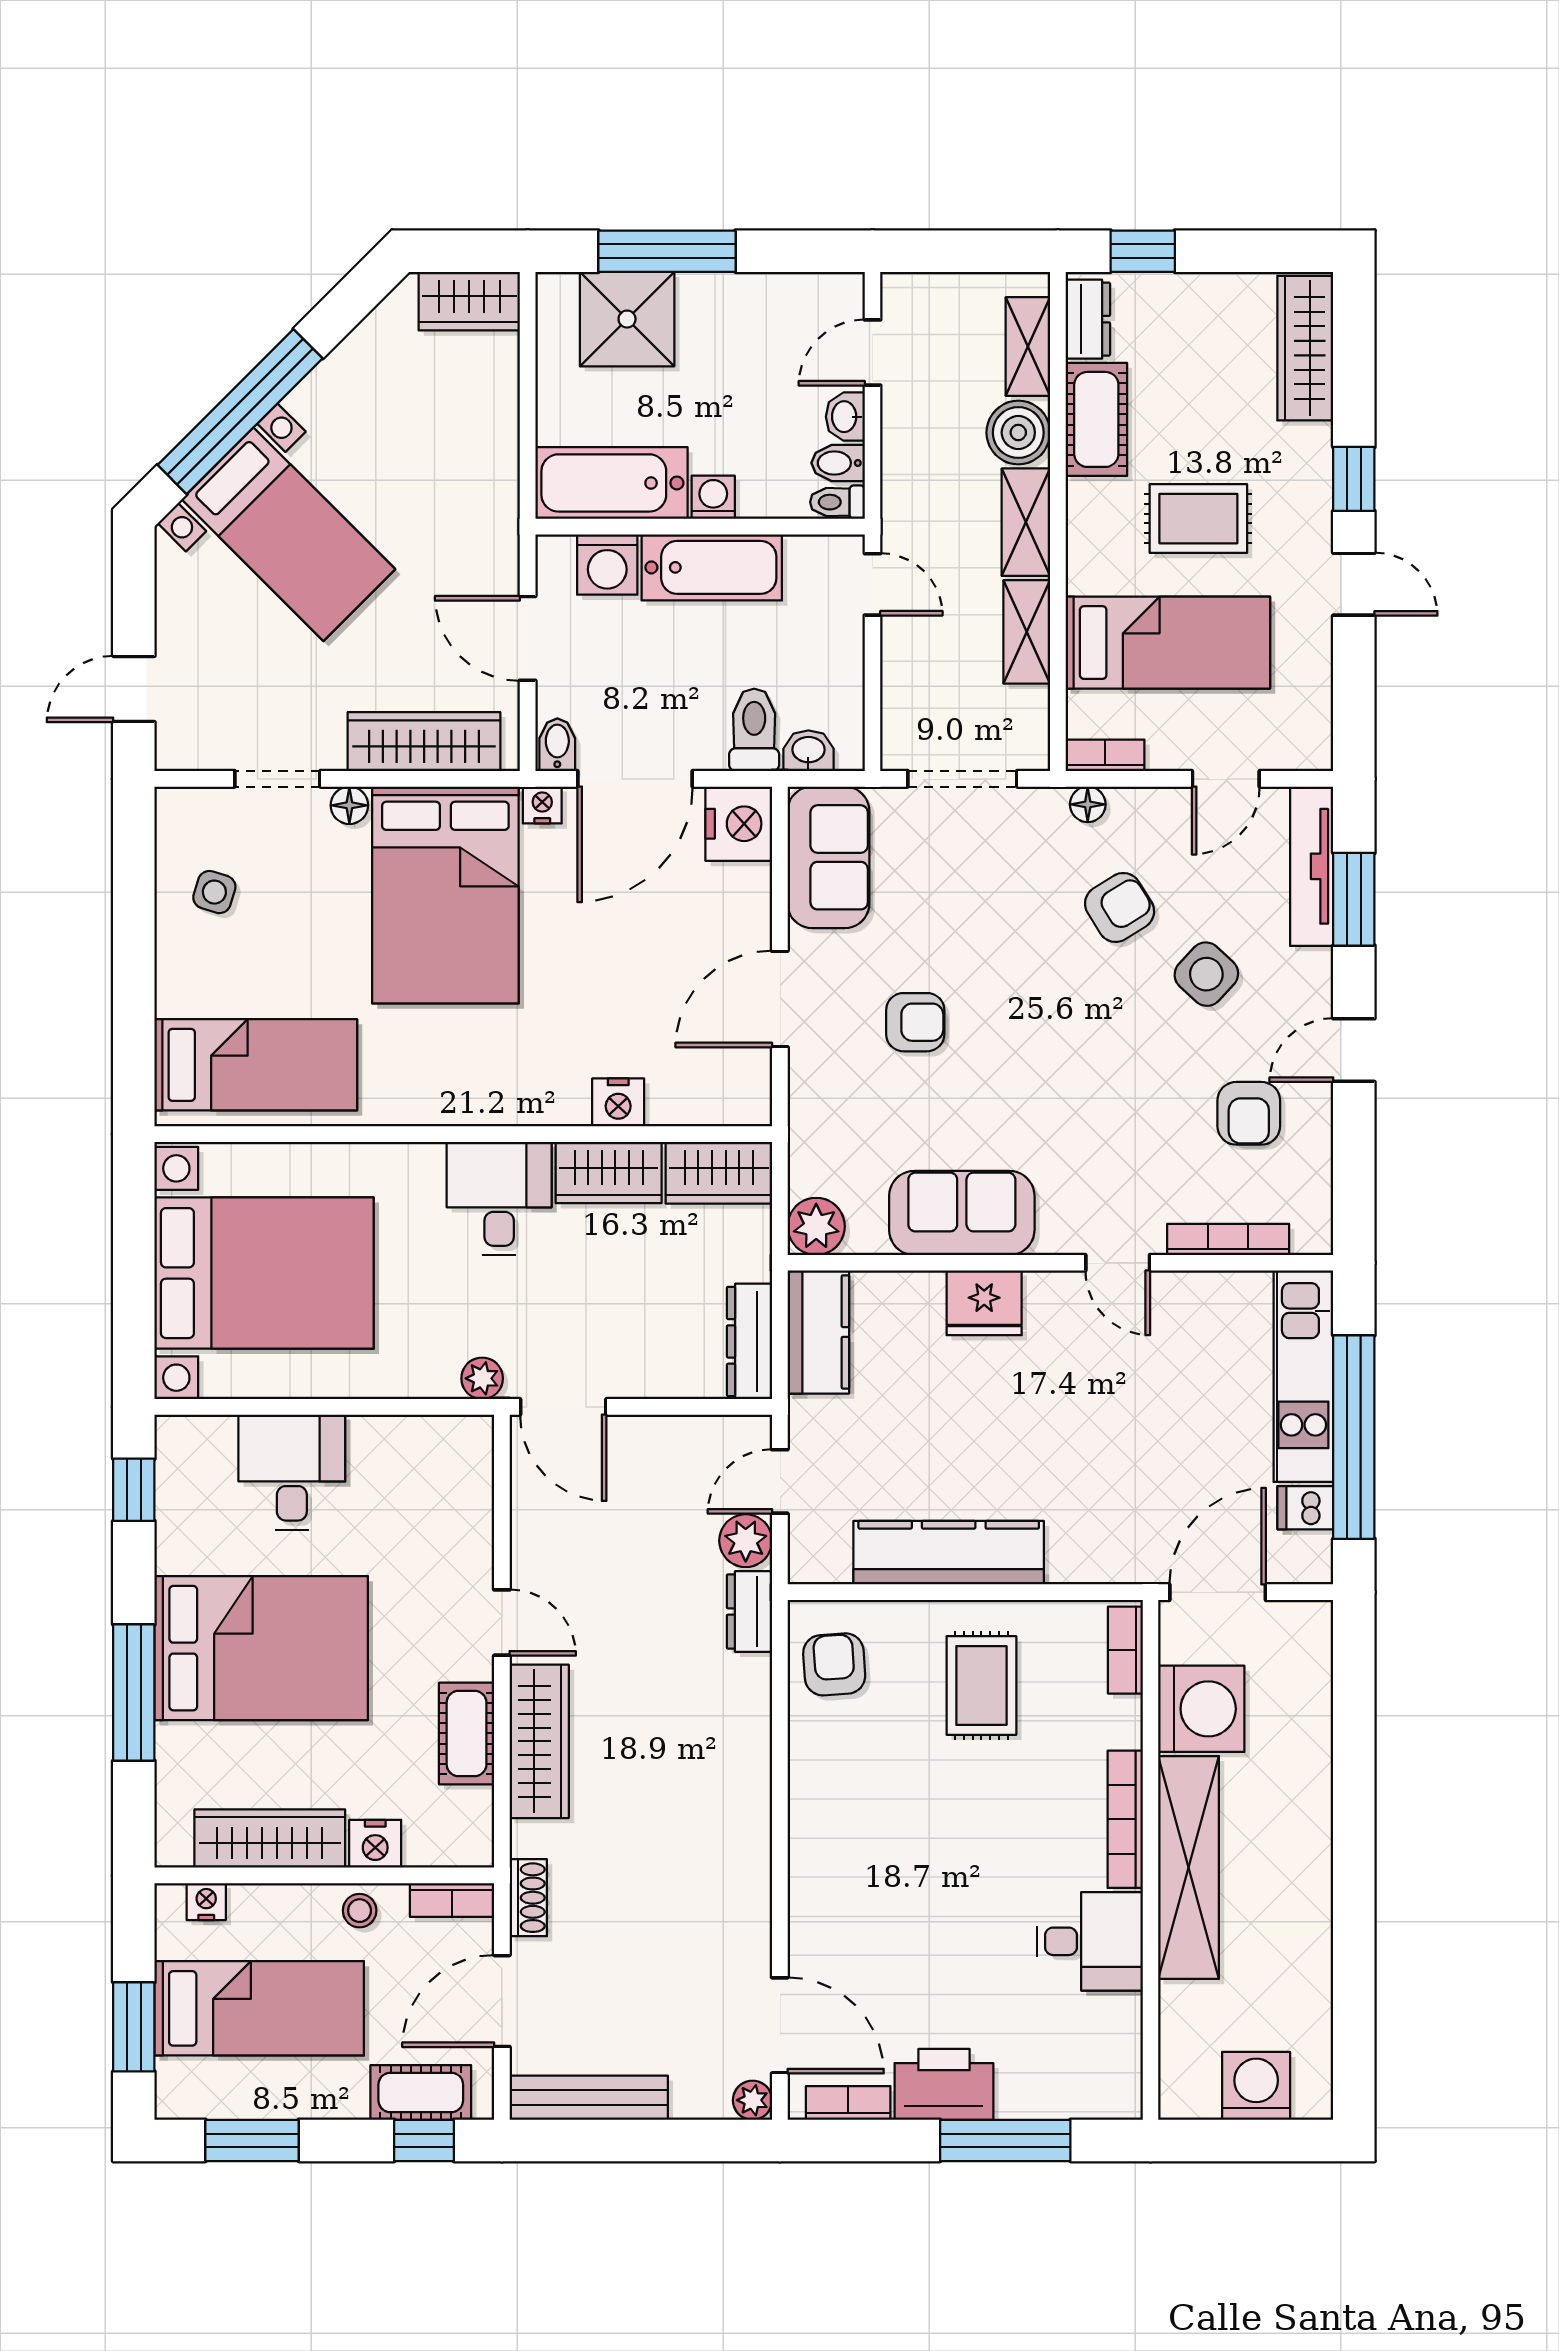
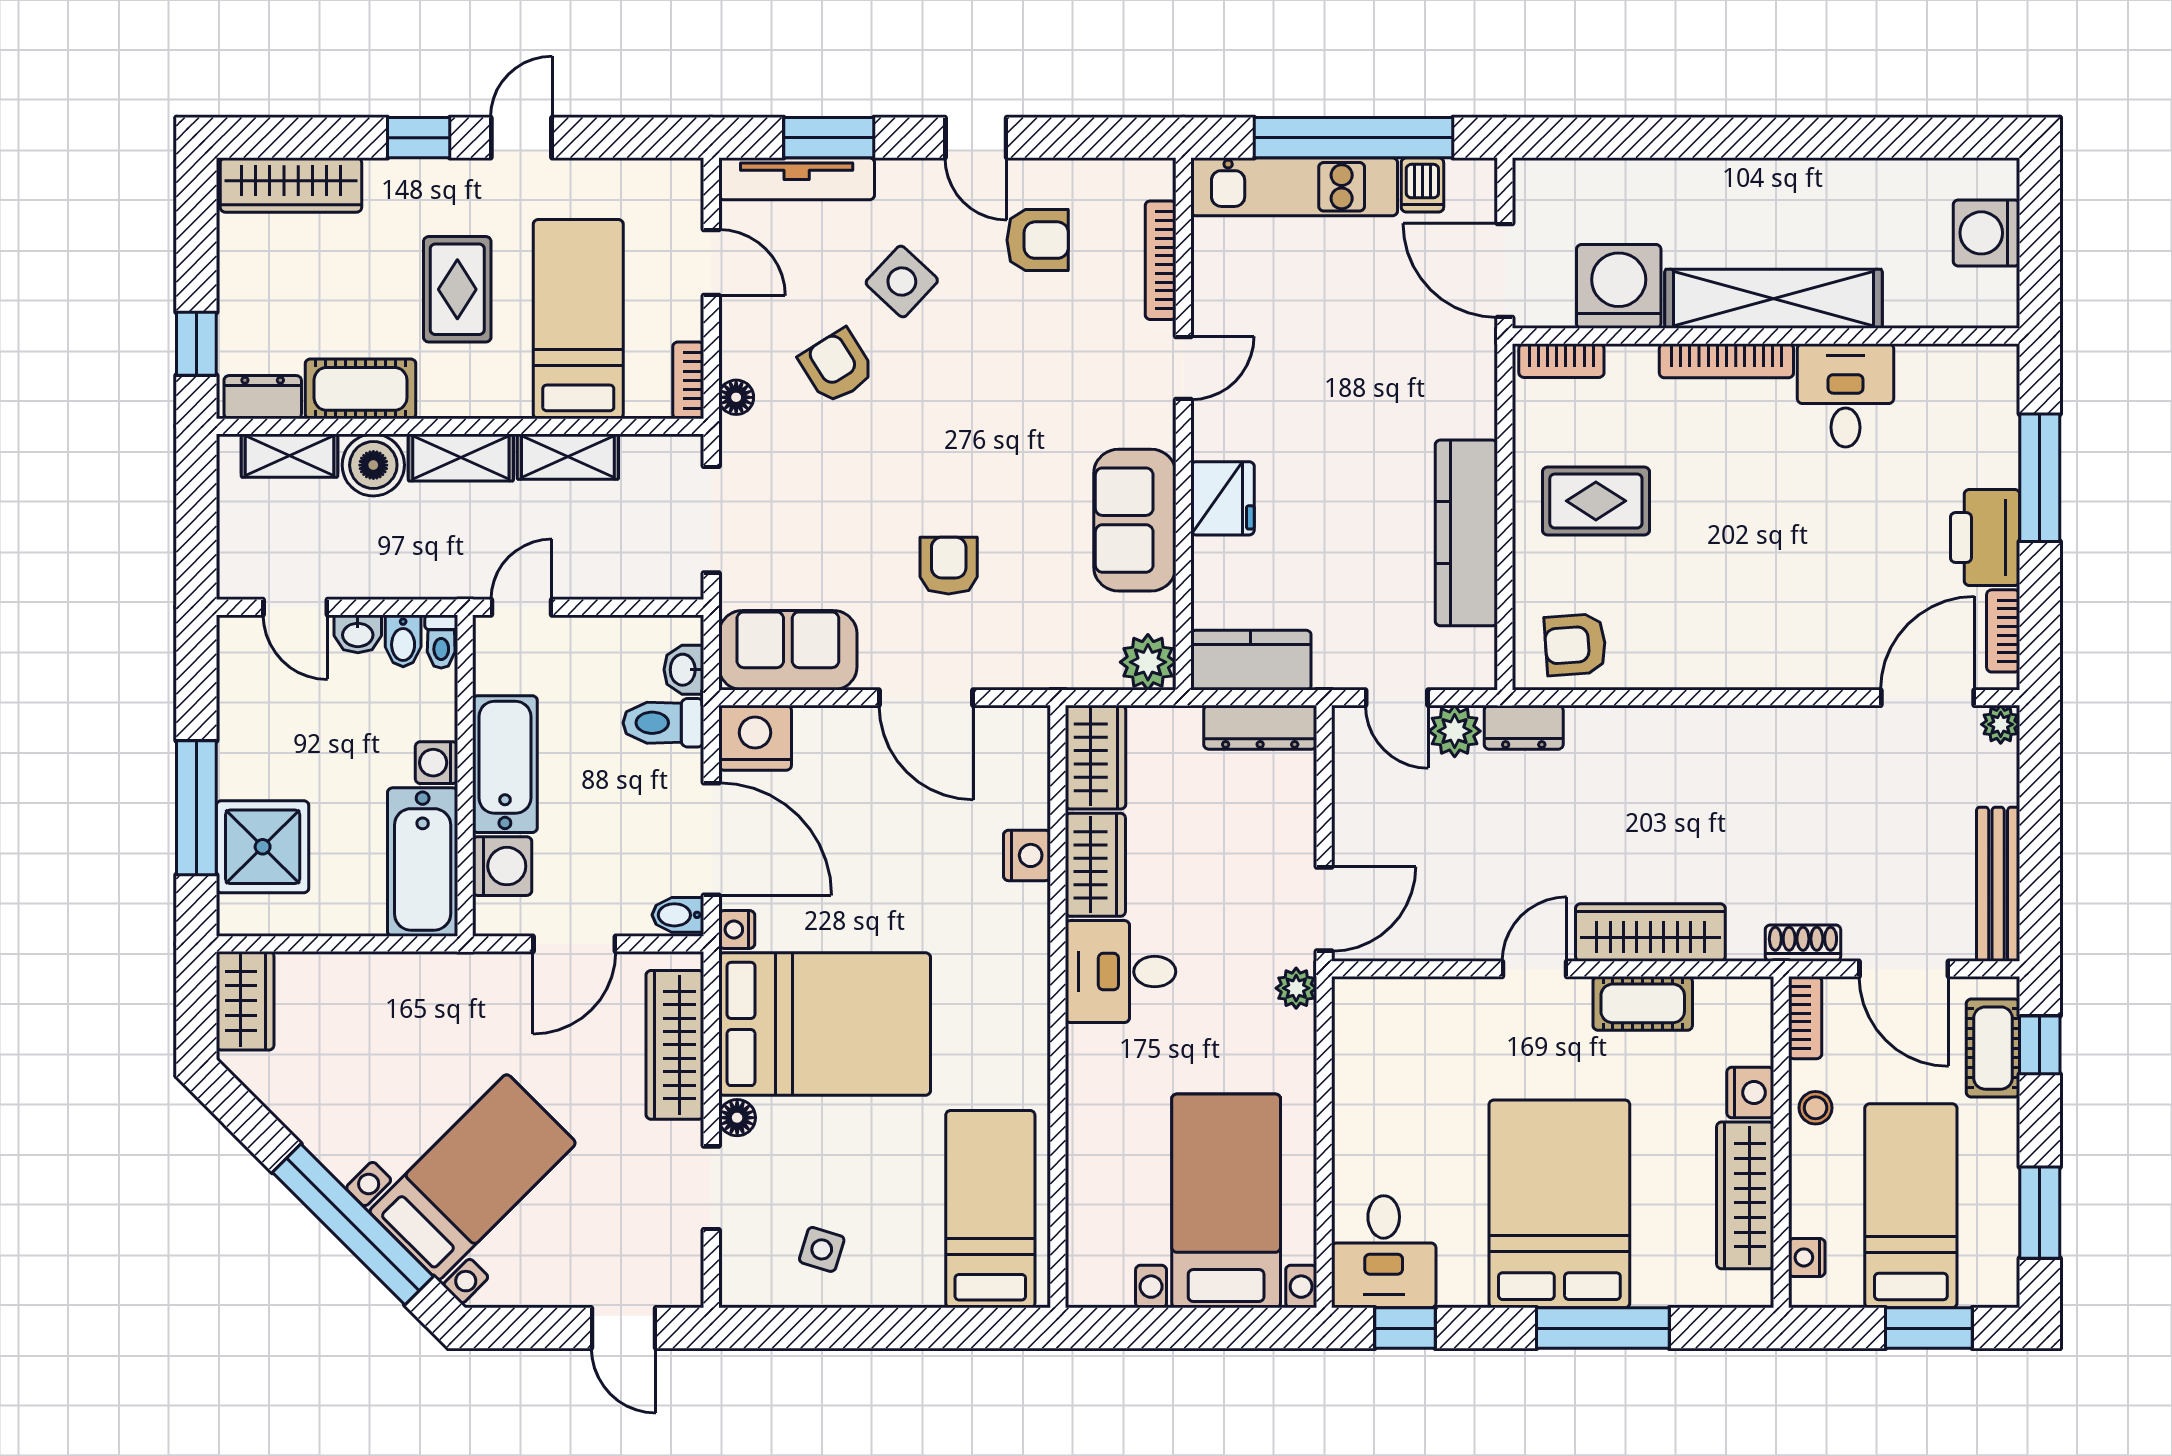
bed with nightstands: (264, 1273) -> (1226, 1201), width x0.73
desk: (292, 1472) -> (1384, 1252), moved, turned -90

